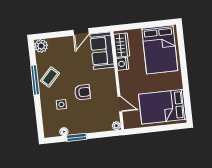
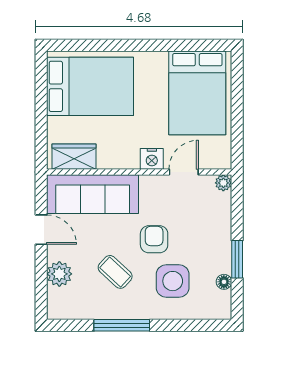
plant: (41, 46) -> (59, 274), moved
sofa: (102, 51) -> (93, 194), width x1.36
nightstand: (122, 64) -> (152, 159), moved
coffee table: (50, 77) -> (115, 272), moved
side table: (61, 104) -> (173, 281), width x1.87, depth x1.87

